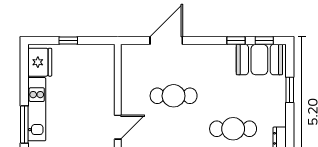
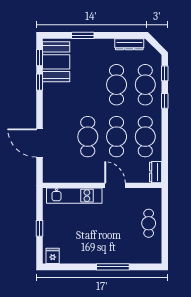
fridge: (40, 62) -> (53, 256), width x0.53, depth x0.75
kitchen unit: (37, 109) -> (74, 196), moved, turned 180
cafe table: (174, 129) -> (117, 137), added

